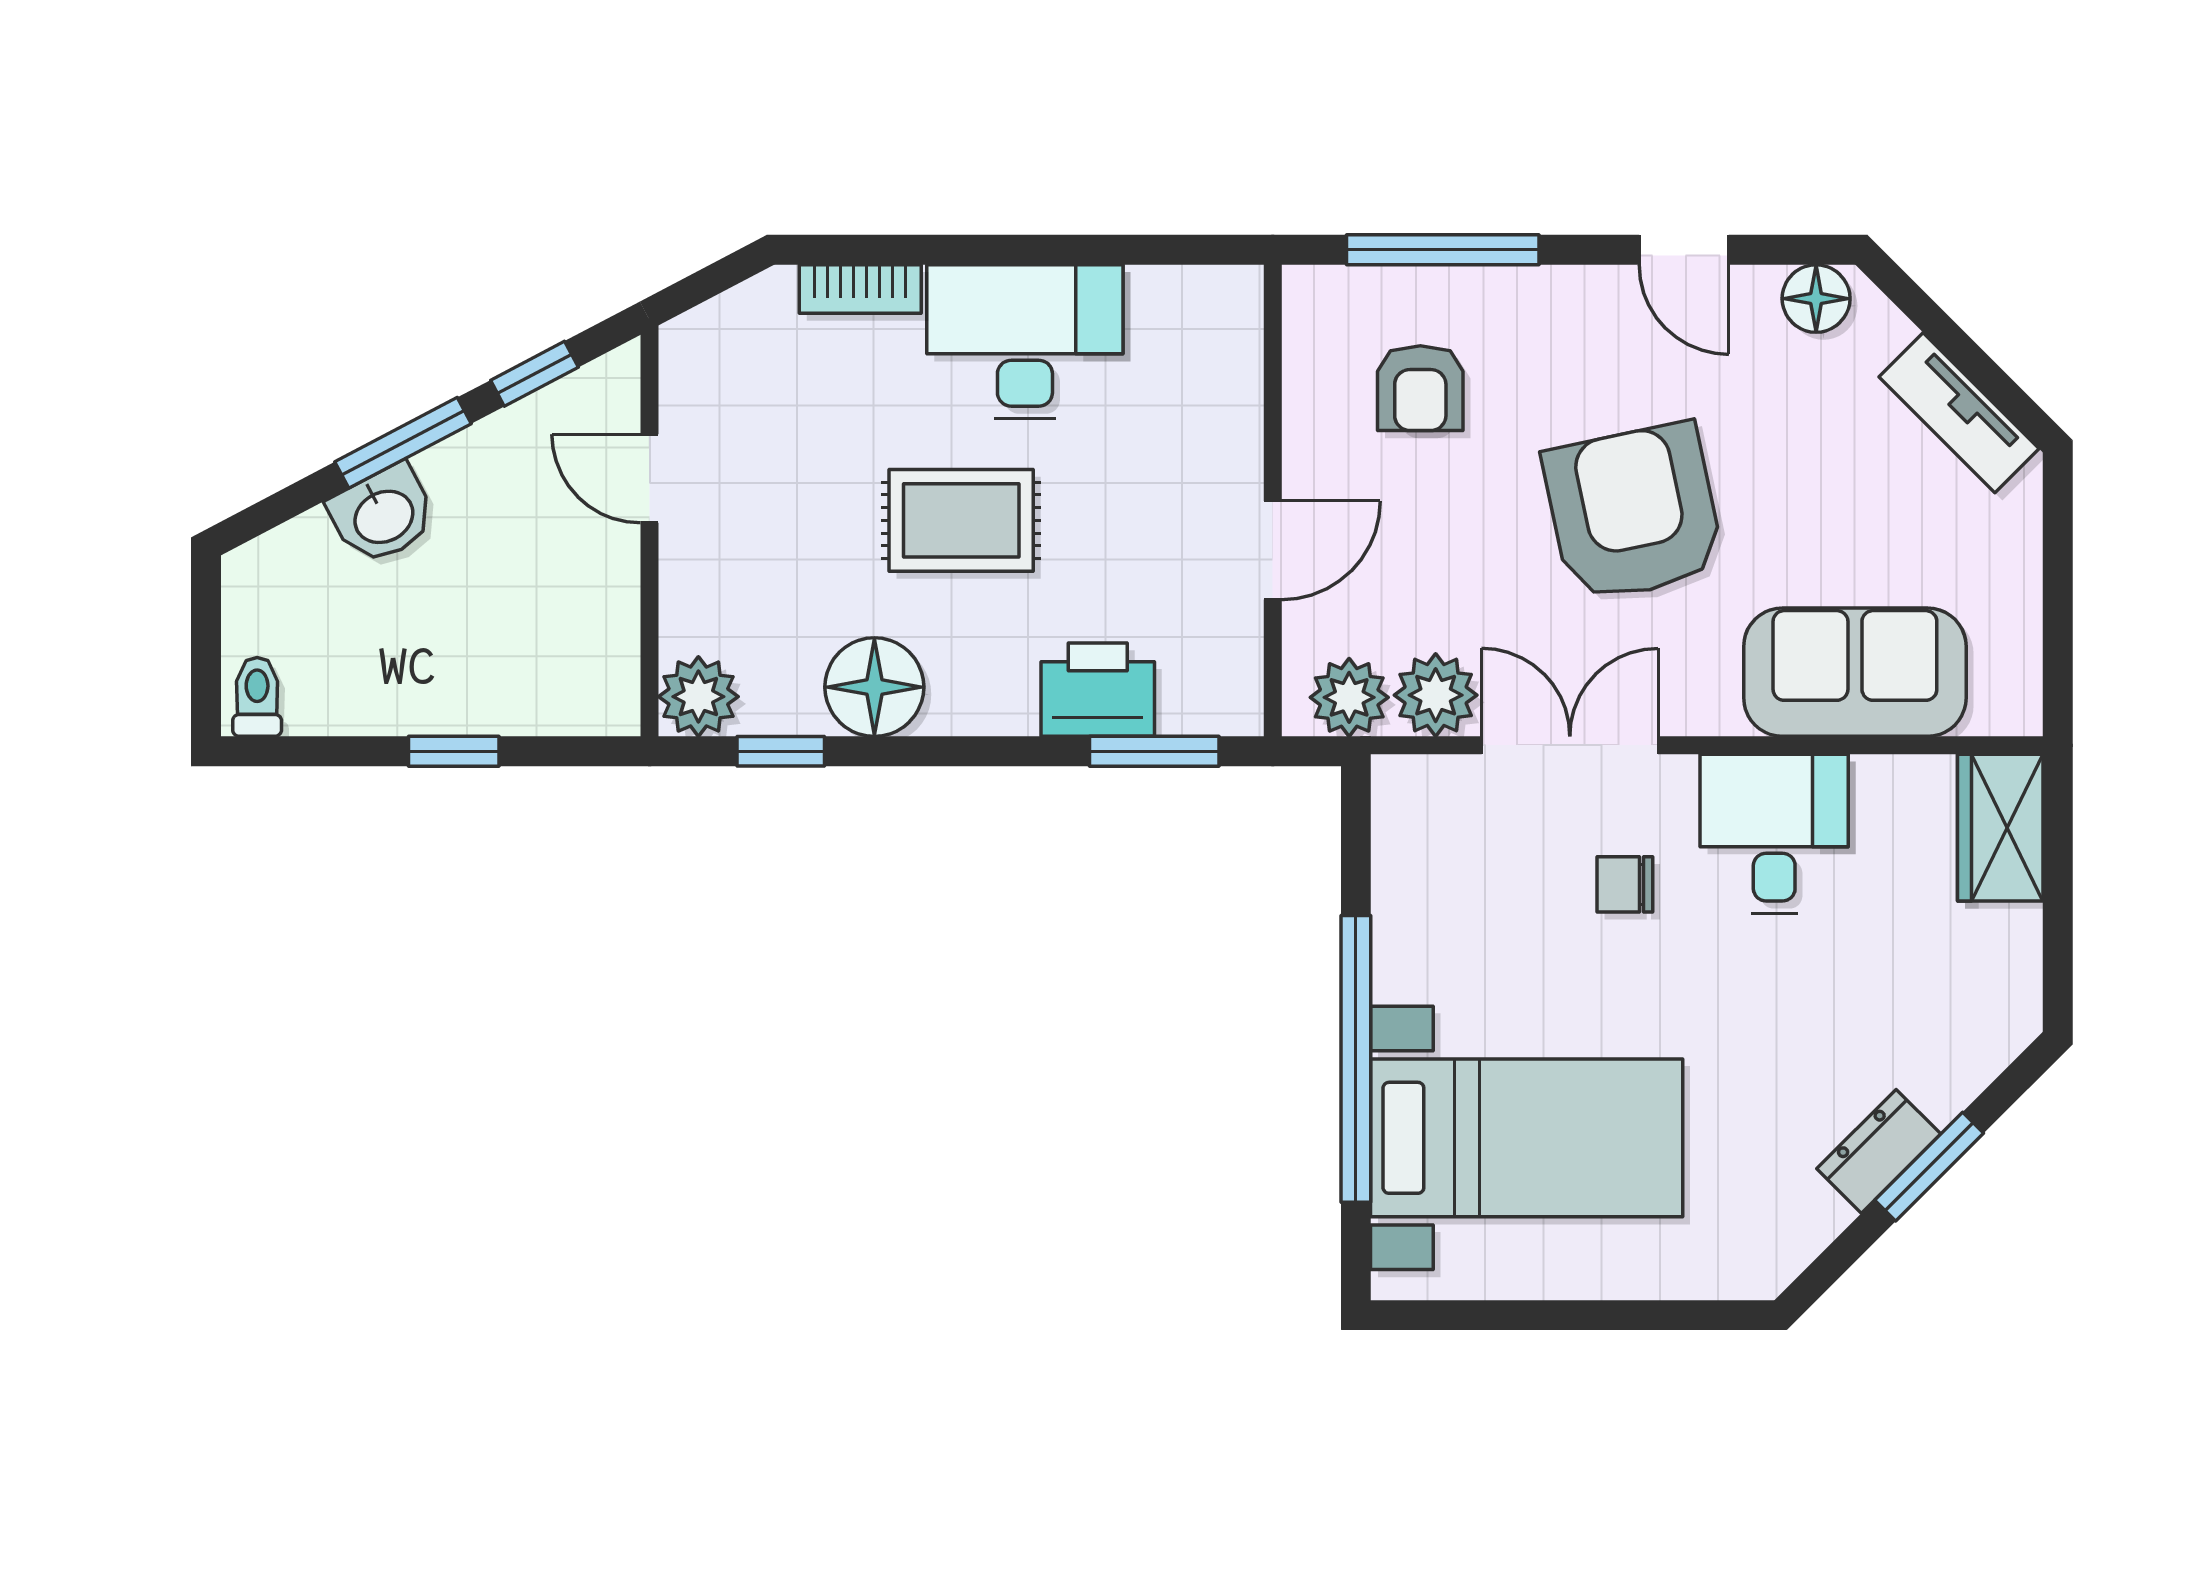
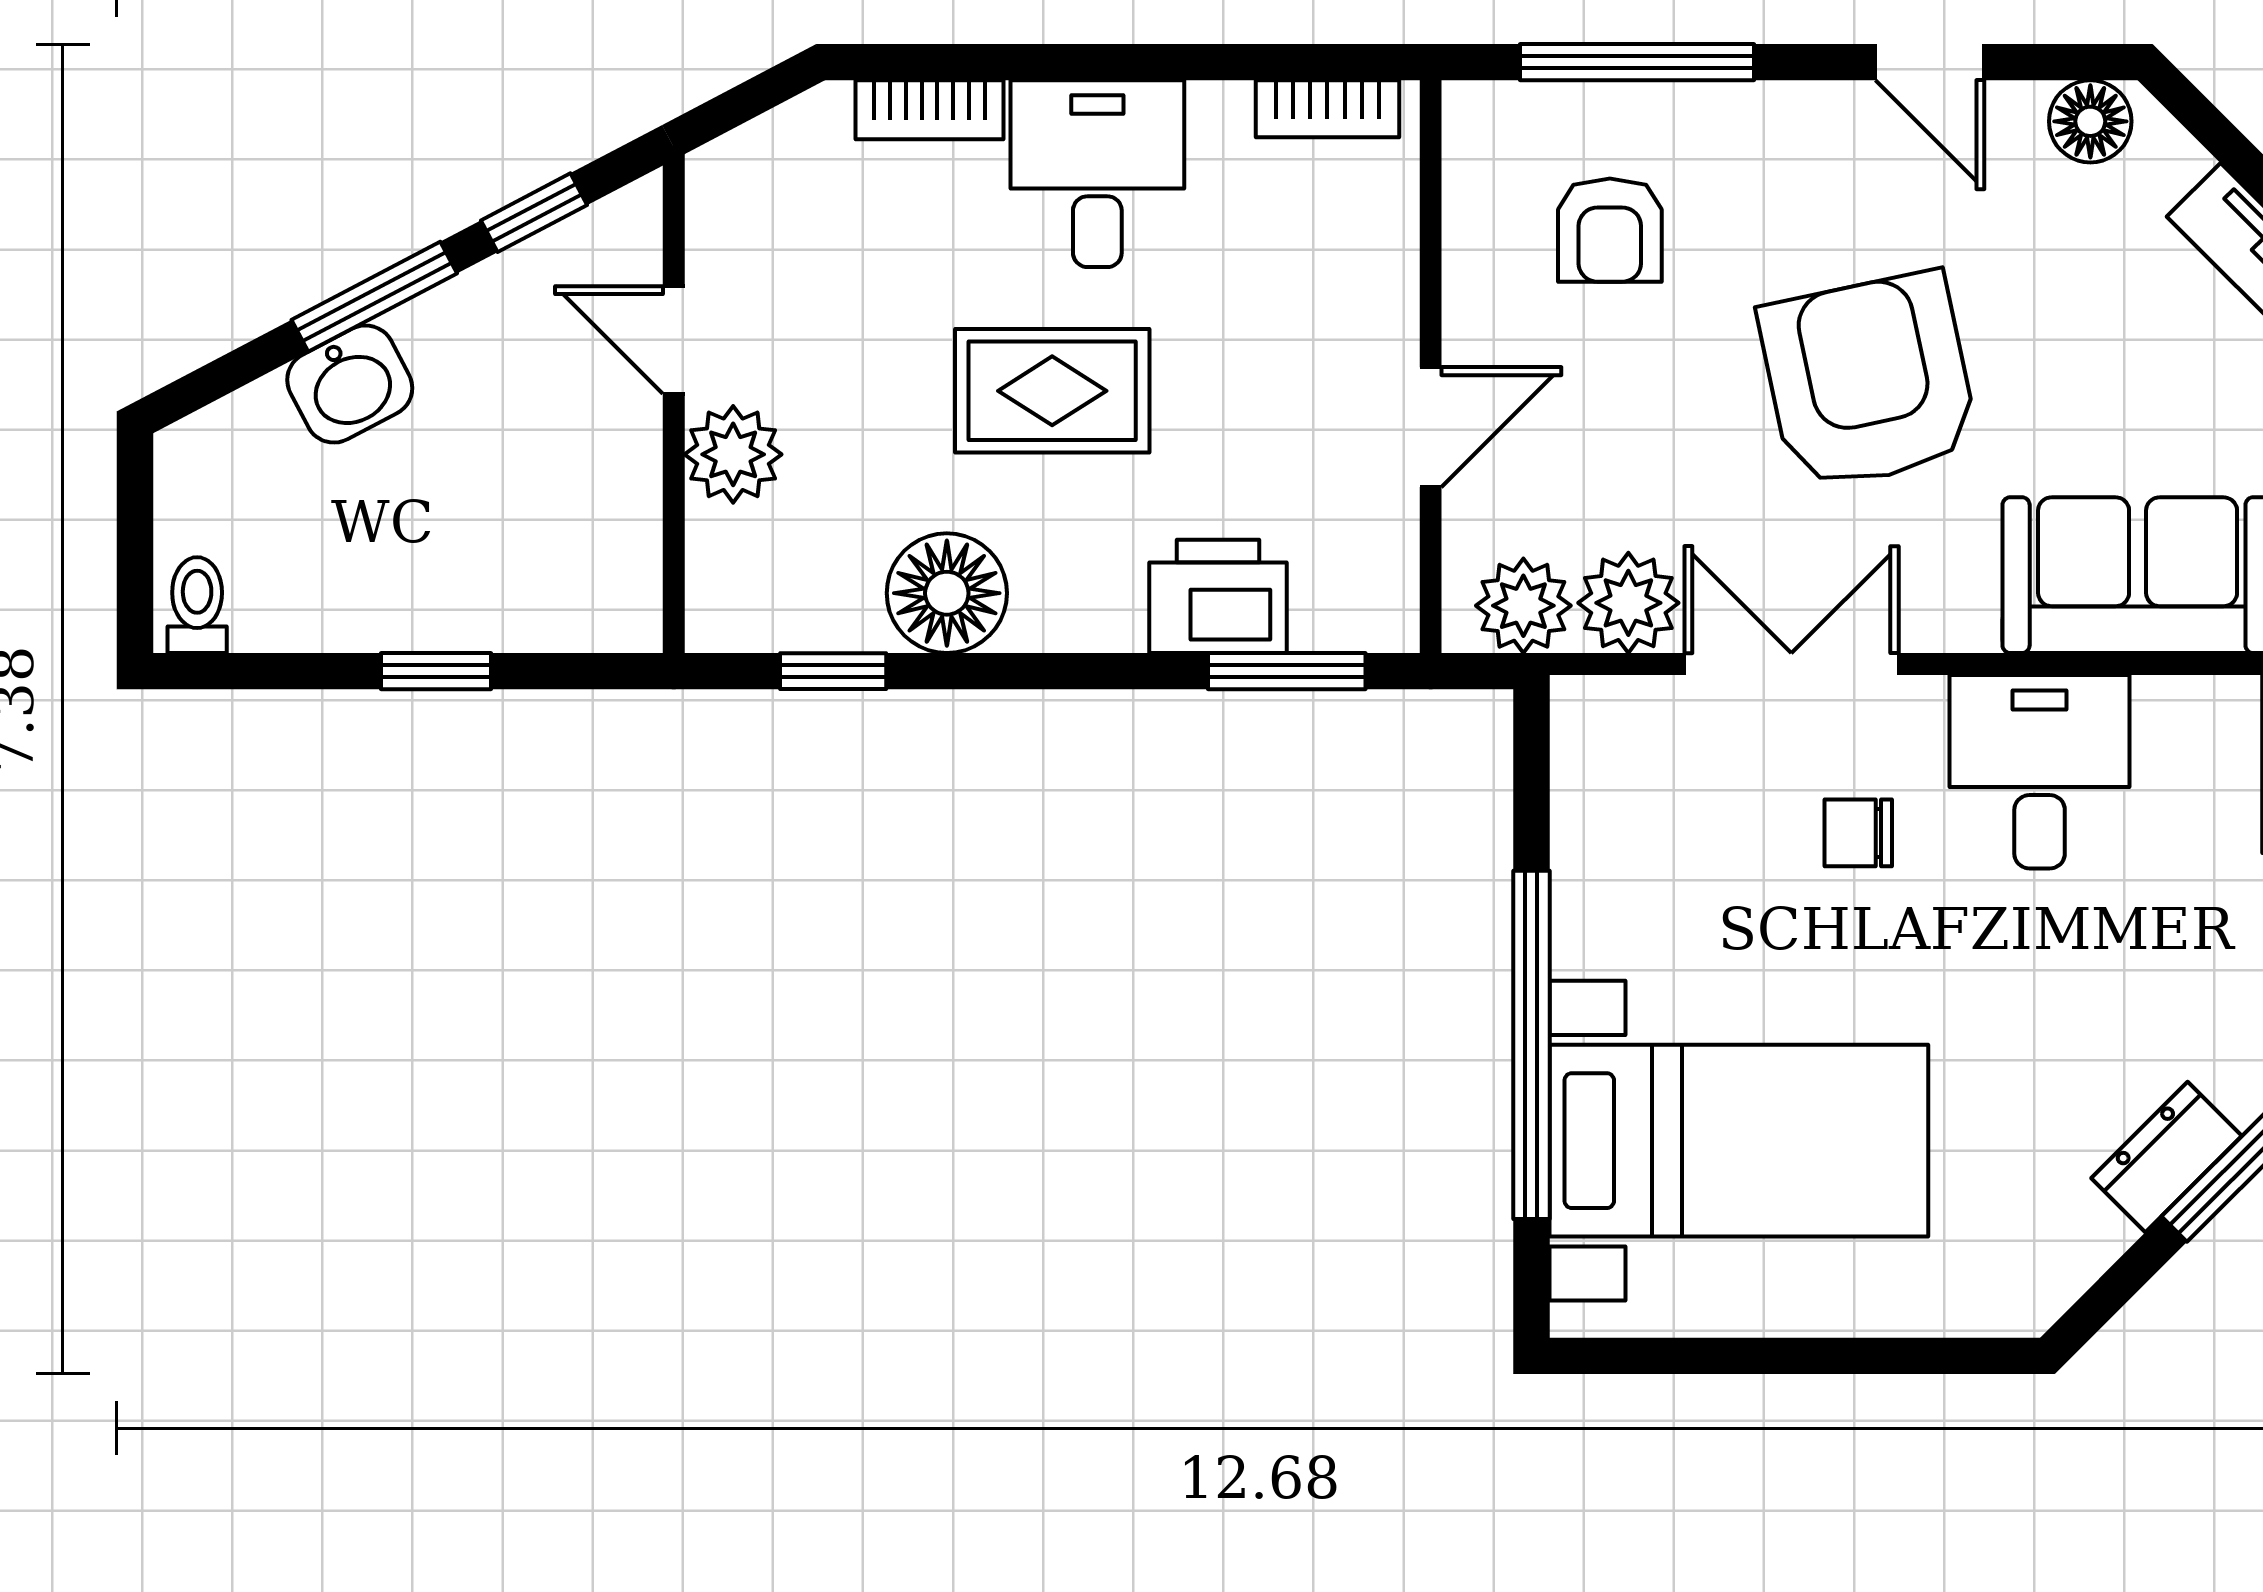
bookcase: (1188, 288) -> (1327, 109), added
desk: (1025, 342) -> (1097, 174), width x0.73
plant: (698, 697) -> (733, 454), moved

